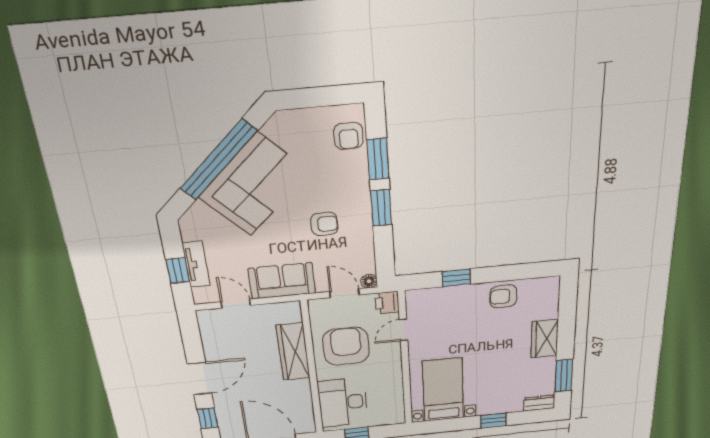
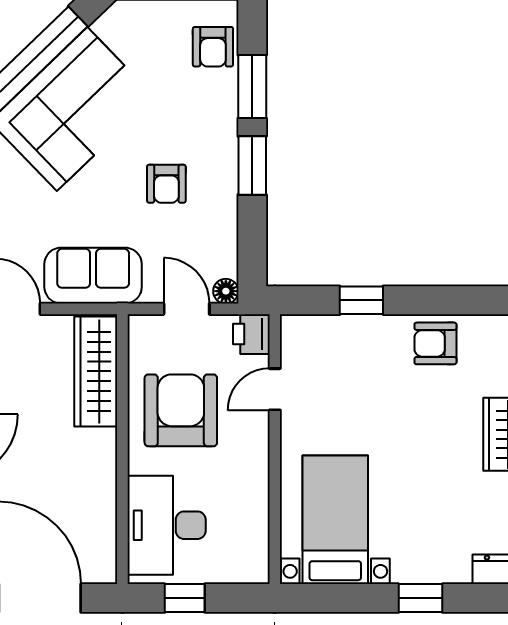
armchair: (324, 224) -> (166, 184), turned 90
wardrobe: (293, 352) -> (96, 371), moved

